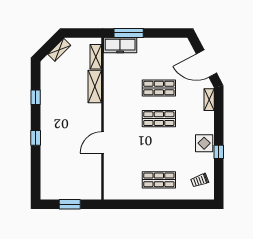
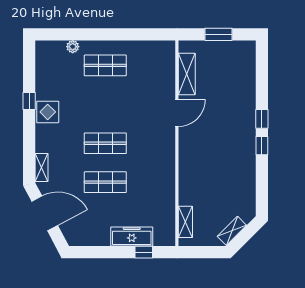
window: (129, 33) -> (144, 252), width x0.46
freezer: (120, 45) -> (132, 237), moved
shelving: (95, 86) -> (187, 74), moved
window: (36, 97) -> (262, 146), moved
trolley: (200, 180) -> (53, 65), removed
plant: (184, 195) -> (73, 47), added

